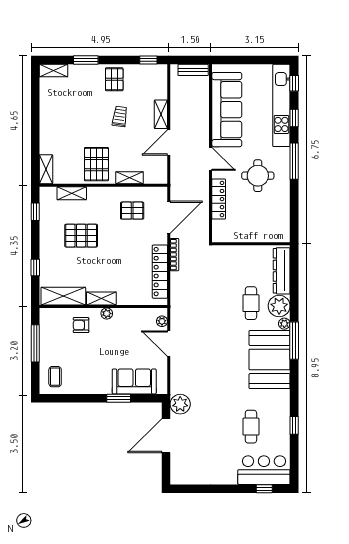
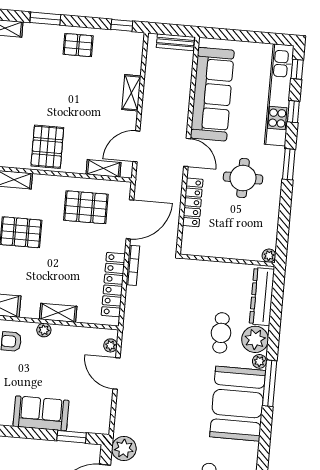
pallet: (114, 79) -> (78, 45), turned 90
trolley: (120, 116) -> (81, 91), removed
door: (169, 143) -> (136, 146), moved
window: (294, 161) -> (289, 164), width x0.69
shelving: (129, 178) -> (103, 168), moved
pallet: (132, 211) -> (86, 207), width x1.50, depth x1.42
plant: (284, 237) -> (269, 256), added
shelving: (101, 298) -> (58, 313), moved
sofa: (134, 381) -> (41, 413), moved
window: (119, 398) -> (72, 437), moved

